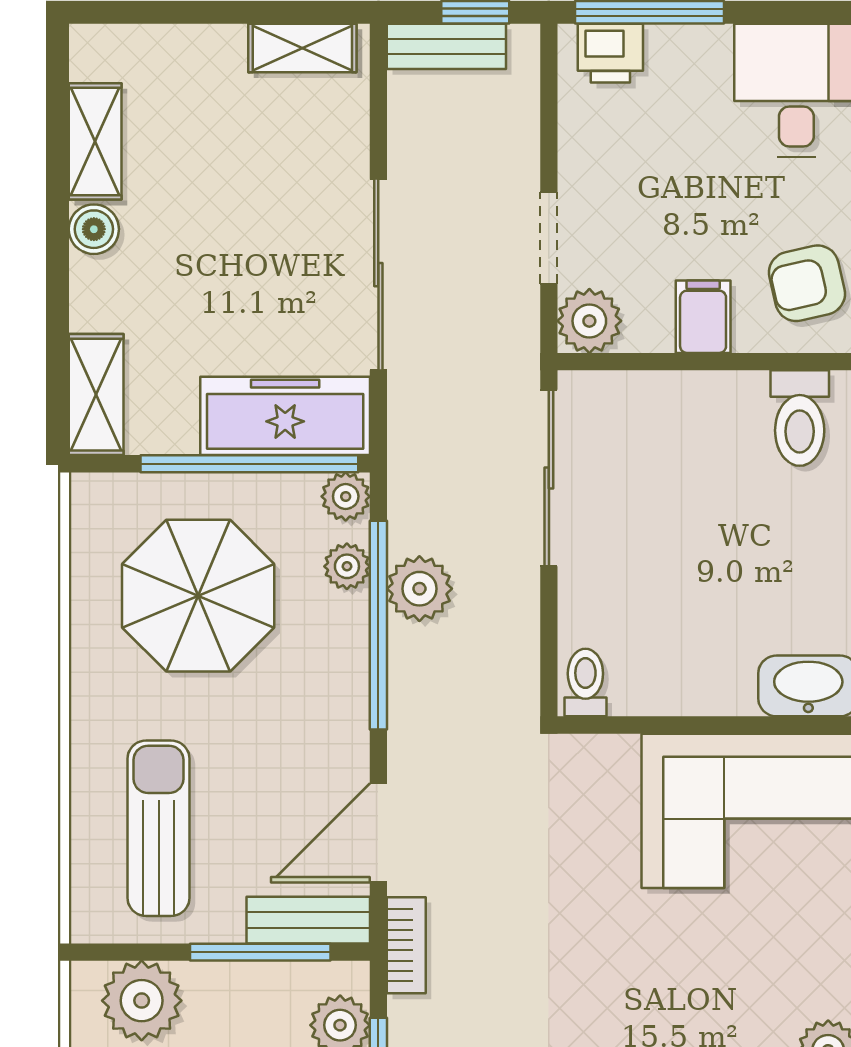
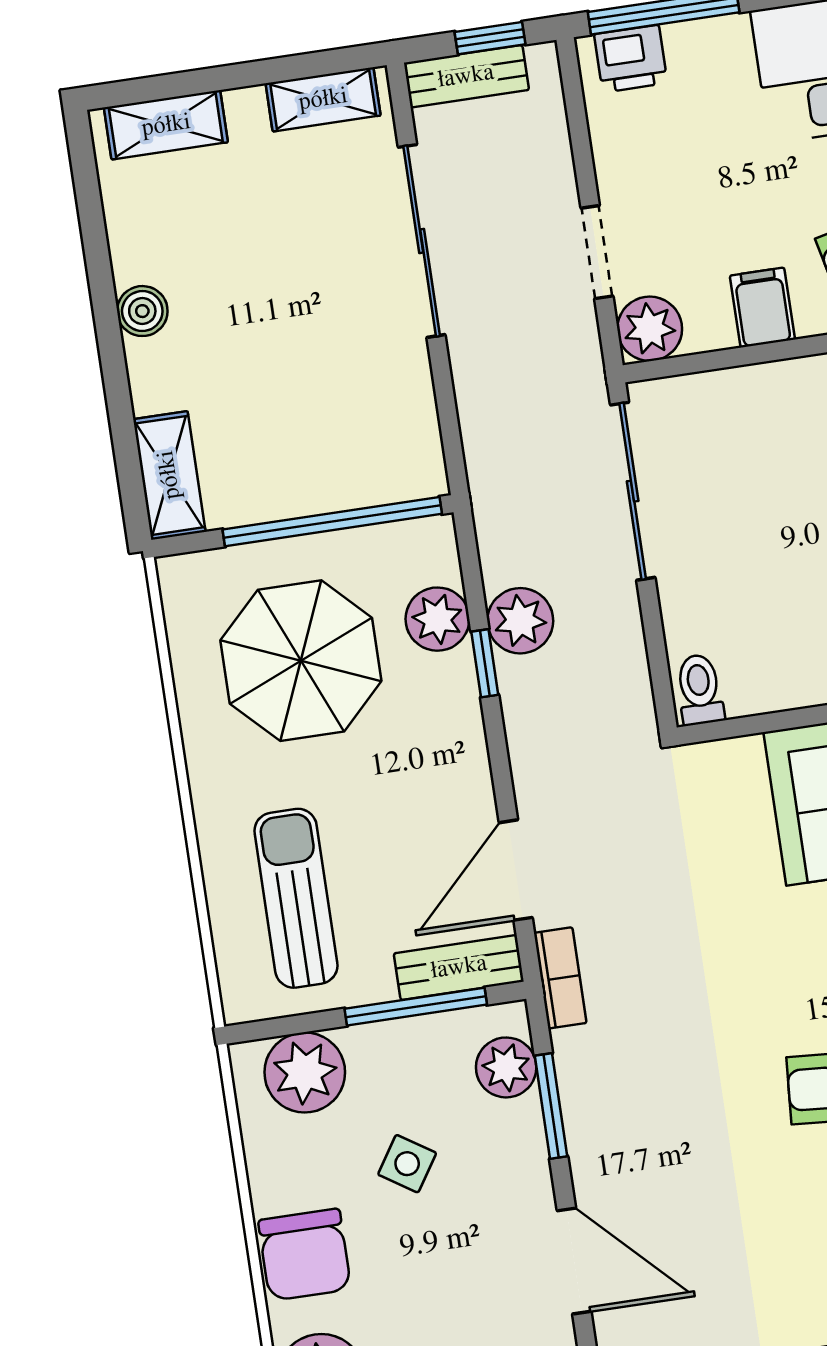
shelving: (95, 141) -> (166, 125), moved, turned 90
sliding door: (378, 275) -> (422, 241), moved
freezer: (285, 416) -> (361, 469), removed
plant: (346, 496) -> (433, 540), removed
plant: (347, 566) -> (437, 619), width x1.38, depth x1.38
window: (378, 625) -> (485, 663), width x0.32

